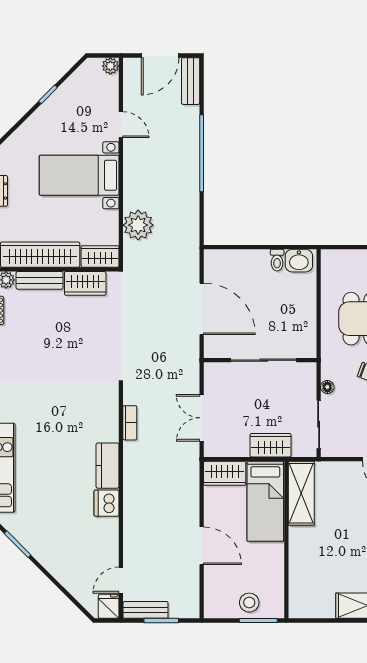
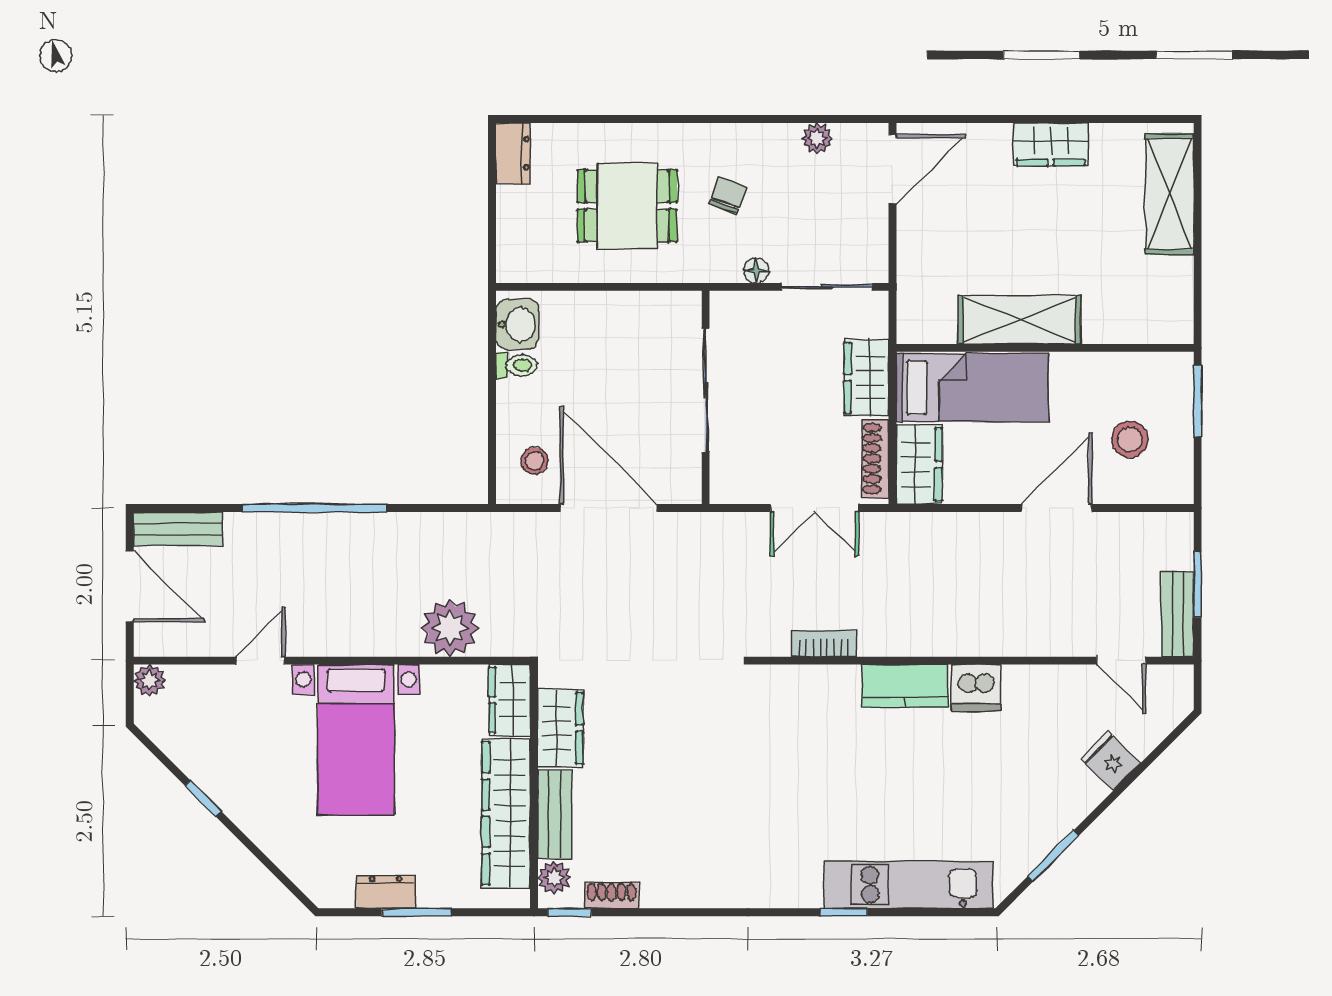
stool: (227, 270) -> (535, 461), added
door: (202, 309) -> (609, 508), hinge flipped
shoe rack: (228, 450) -> (875, 459), added
shelving: (301, 493) -> (1019, 320), moved
stool: (249, 603) -> (1130, 440), moved
fridge: (109, 606) -> (1111, 761), moved, turned 45

